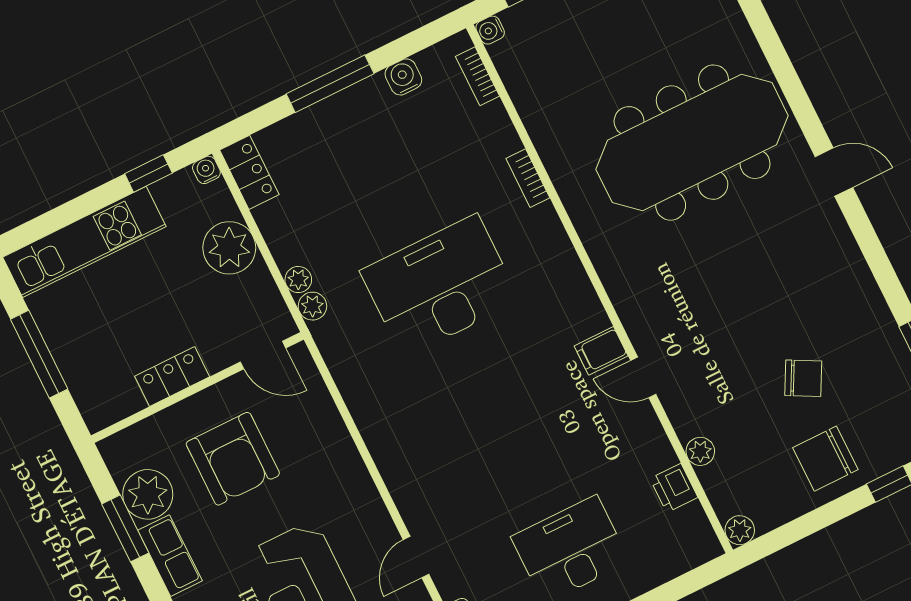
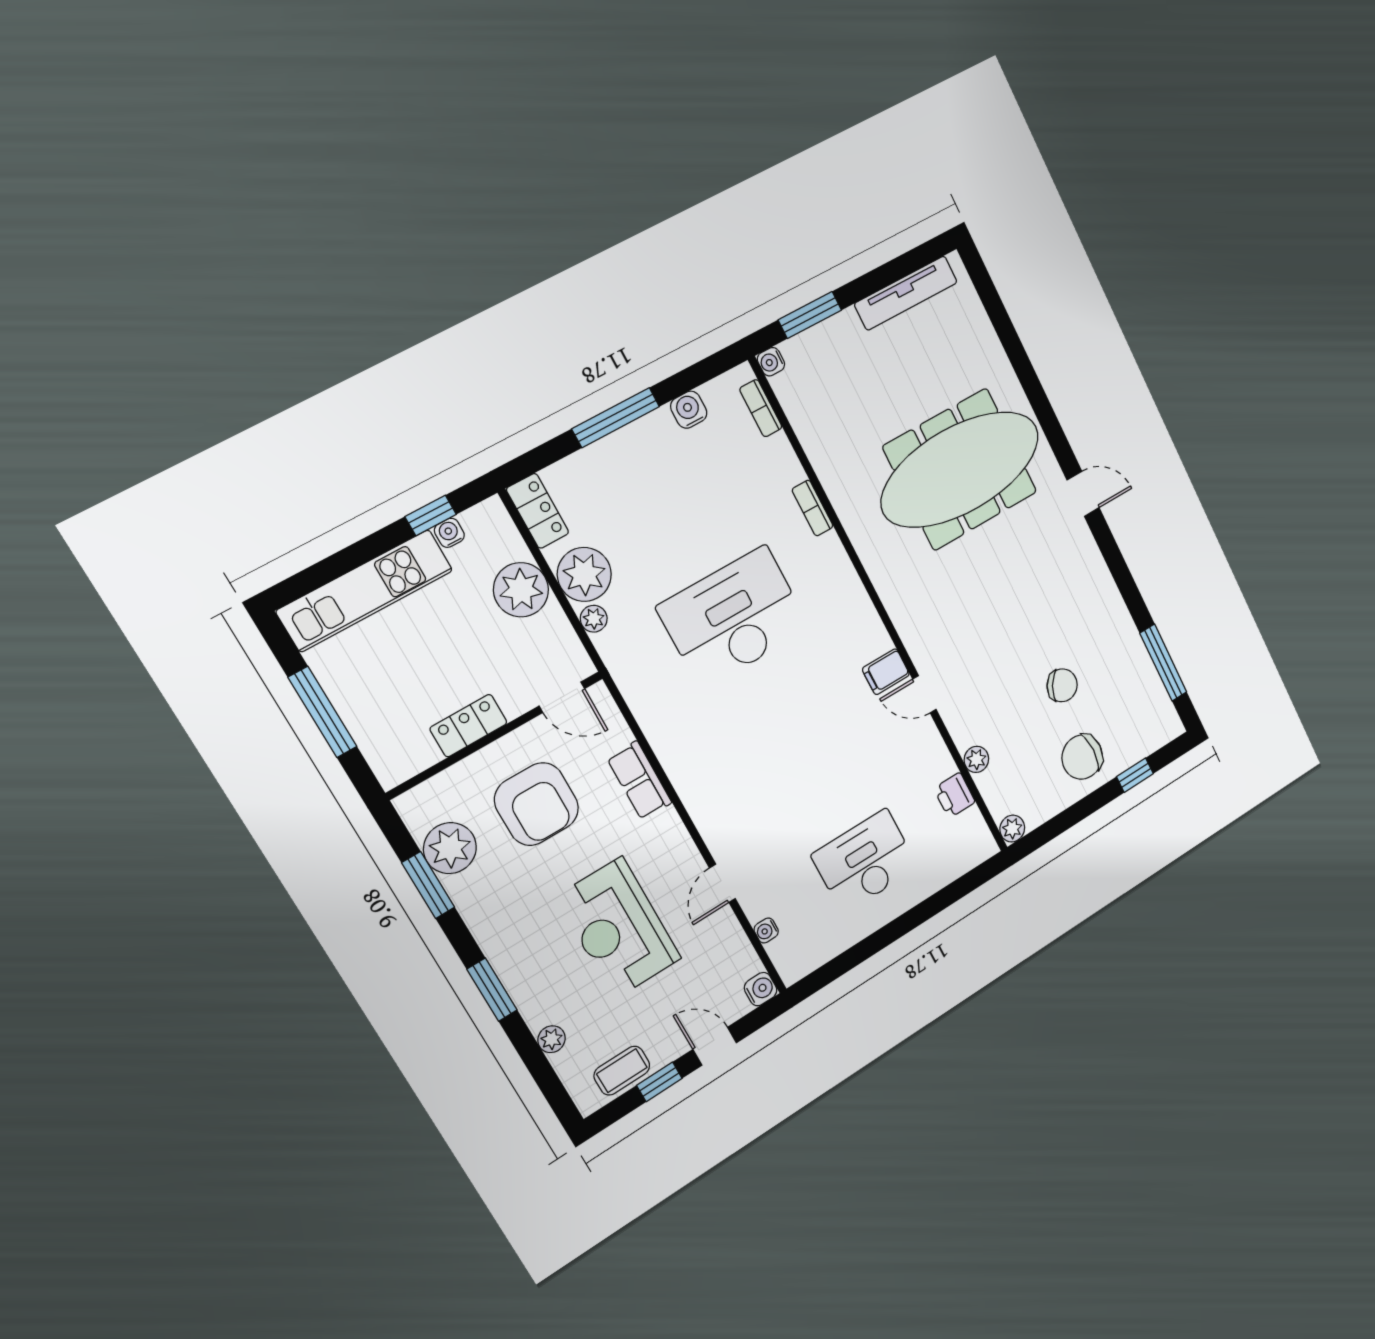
water cooler: (206, 170) -> (449, 533), moved
plant: (312, 306) -> (584, 574), moved, width x1.87, depth x1.87
row of seats: (170, 556) -> (639, 781), moved, turned 180

